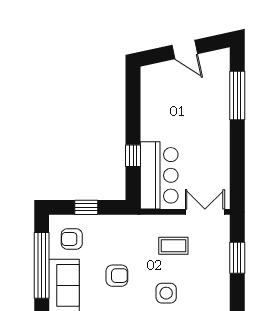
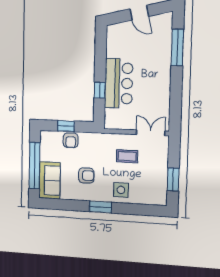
bar counter: (159, 175) -> (119, 83), moved
armchair: (72, 239) -> (71, 140), moved, turned -90
window: (237, 258) -> (173, 179), moved

